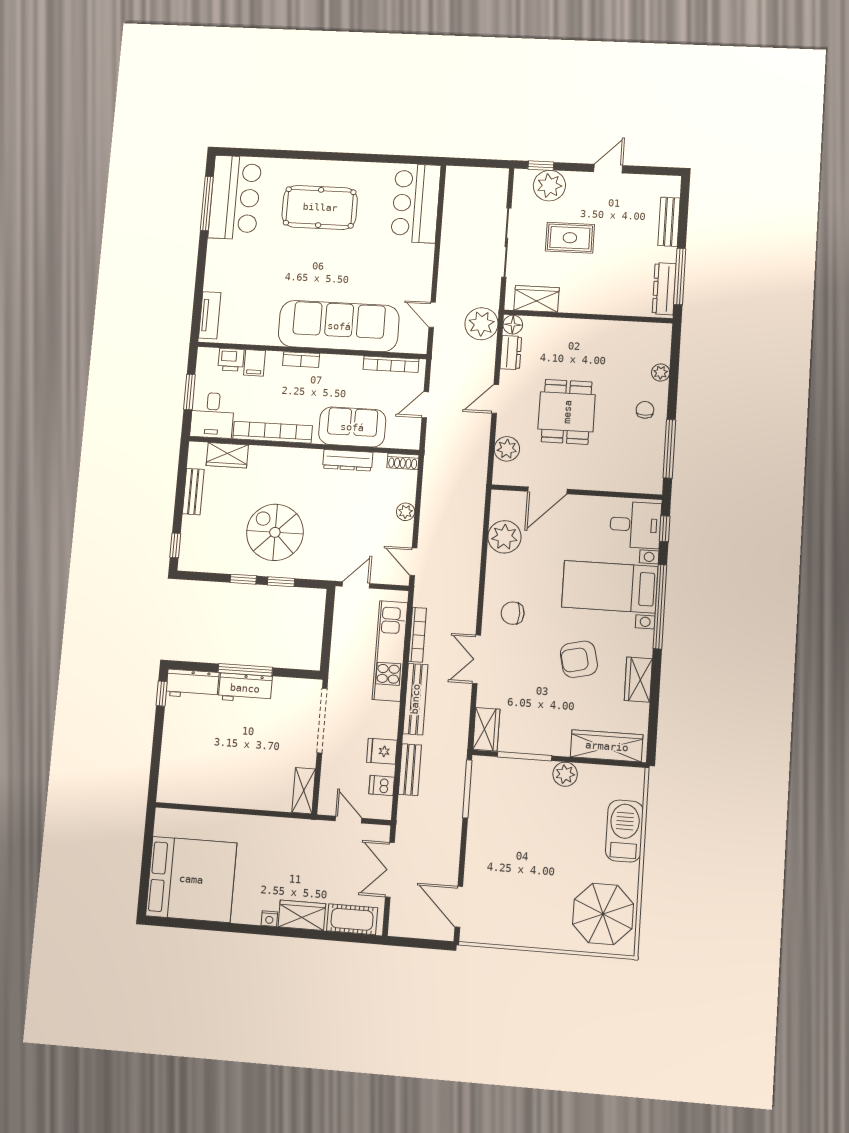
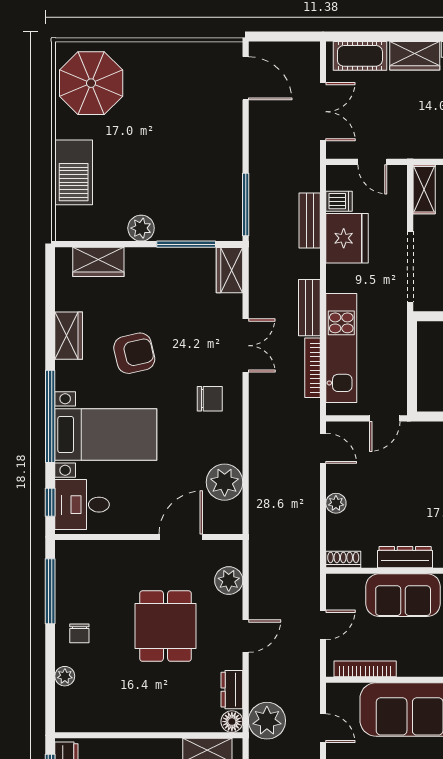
bench: (415, 699) -> (309, 308), width x0.73
wardrobe: (607, 746) -> (98, 262), width x0.67
fridge: (382, 751) -> (347, 238), width x1.88, depth x1.34

